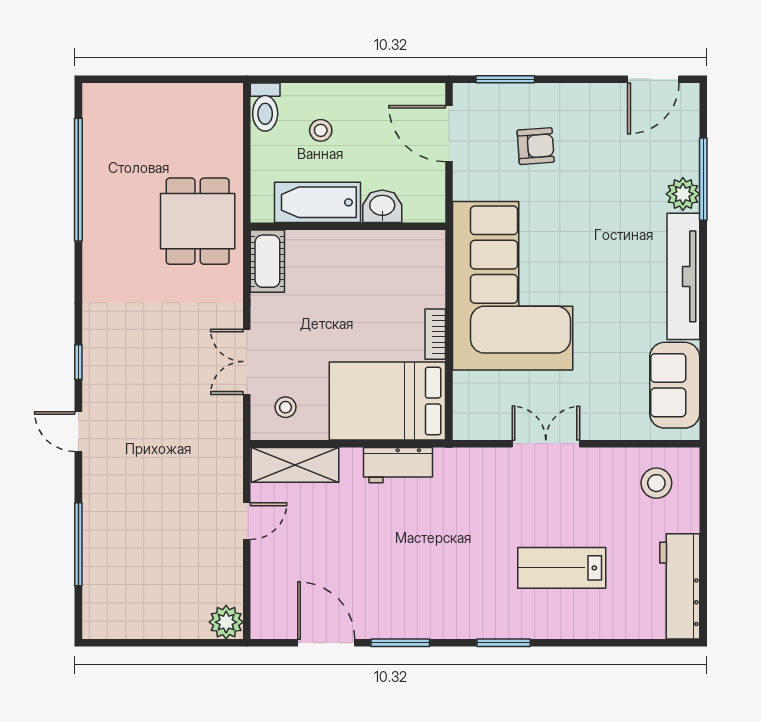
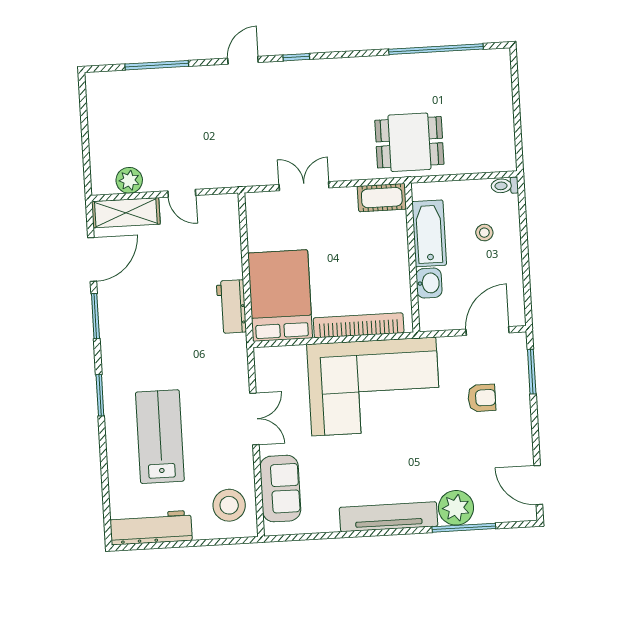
toilet: (265, 107) -> (505, 186), width x0.73, depth x0.72
armchair: (536, 146) -> (482, 398), turned -86
plant: (683, 194) -> (456, 508), width x1.36, depth x1.36
bookcase: (435, 334) -> (359, 325), width x2.31, depth x1.31
sofa: (675, 385) -> (280, 489), moved, turned 90
stool: (285, 407) -> (271, 218), removed
shelving: (295, 465) -> (126, 213), moved, turned 90
stool: (656, 483) -> (229, 505), width x1.38, depth x1.38
lab bench: (562, 568) -> (160, 437), width x1.36, depth x1.39
plant: (226, 622) -> (129, 180), moved

